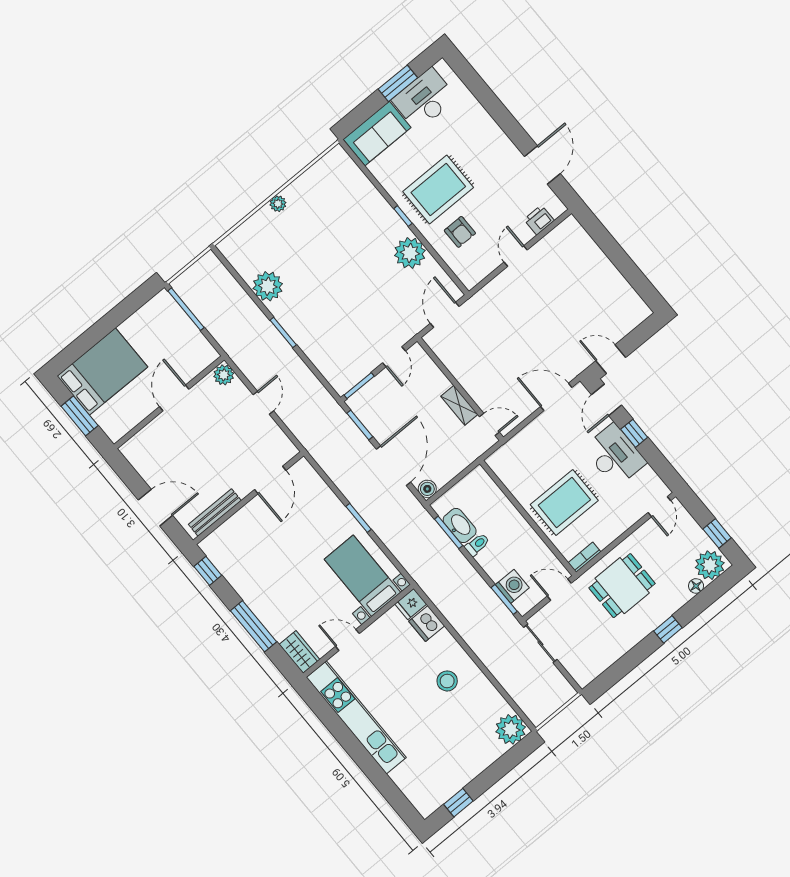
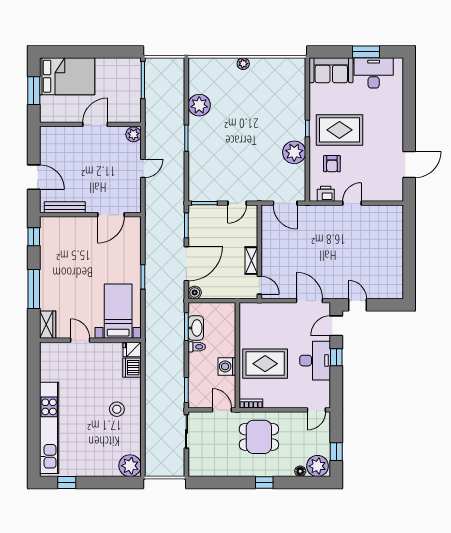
printer: (539, 220) -> (326, 194), moved
door: (445, 315) -> (285, 203), swing flipped
washing machine: (512, 586) -> (227, 366), moved, turned 180
kitchen unit: (356, 717) -> (49, 428), moved

